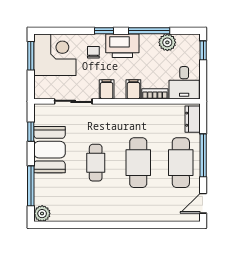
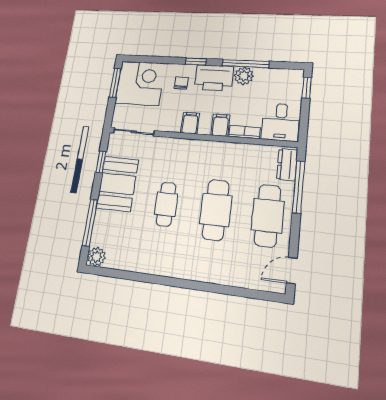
plant: (167, 42) -> (244, 76), moved
sliding door: (73, 101) -> (134, 132), moved
window: (203, 155) -> (299, 187), moved

